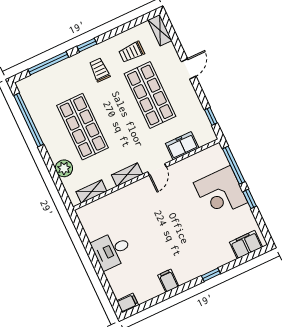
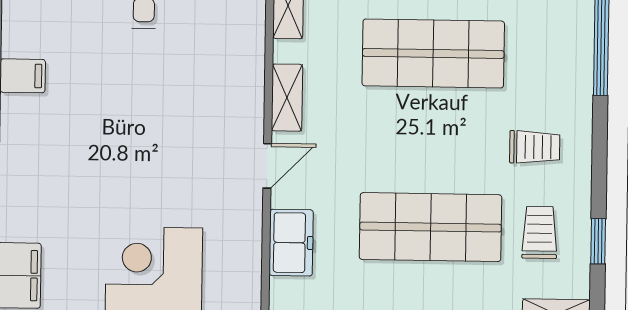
window: (87, 45) -> (598, 241), moved
door: (157, 169) -> (267, 166), swing flipped

